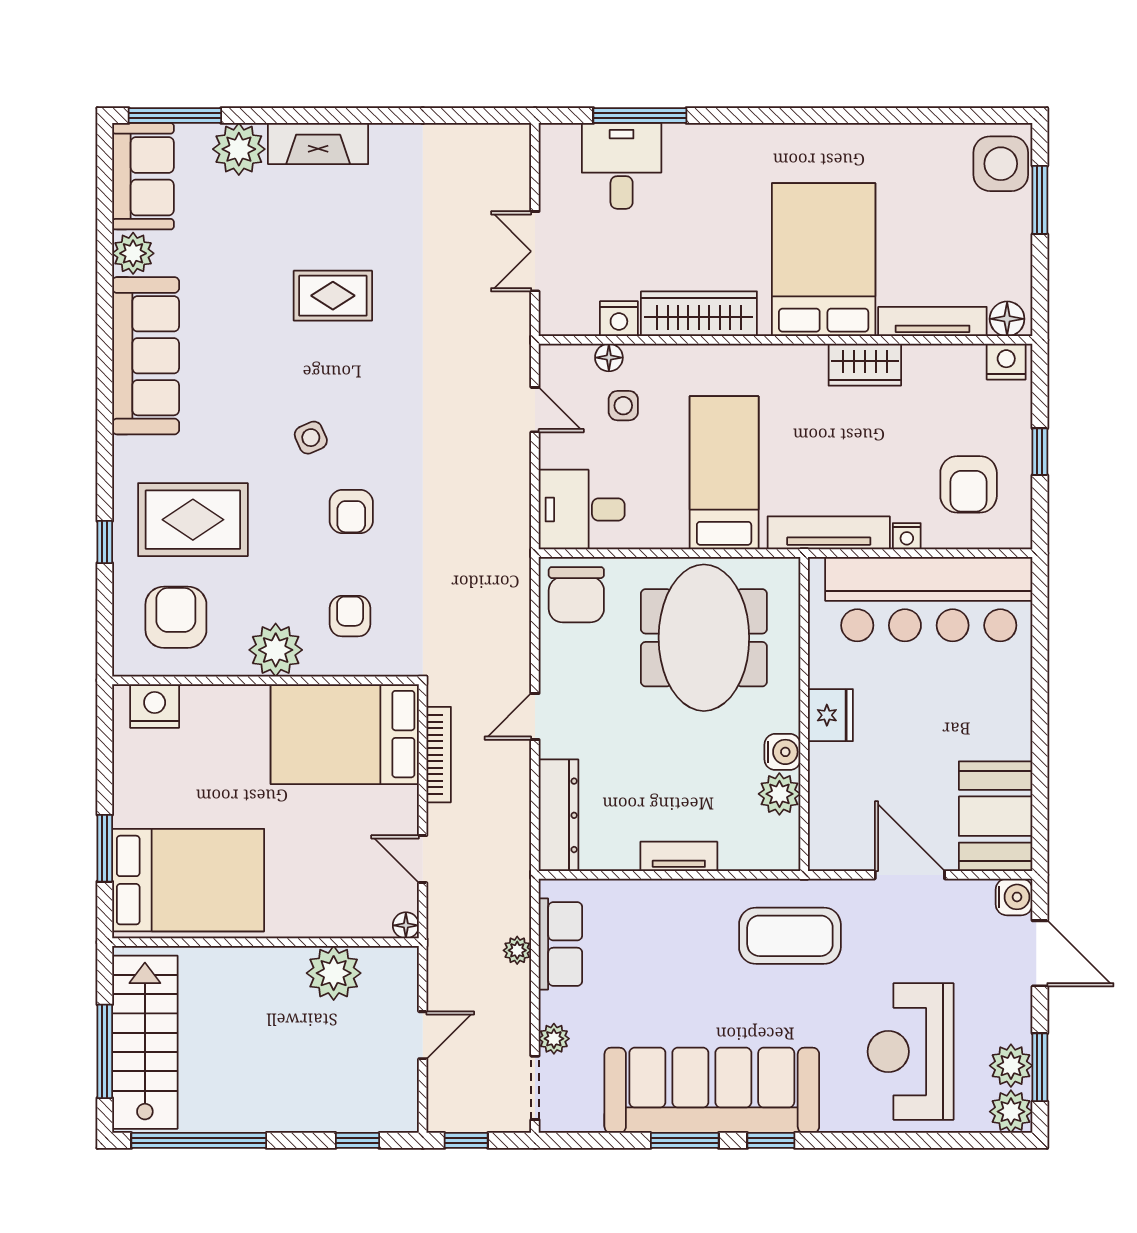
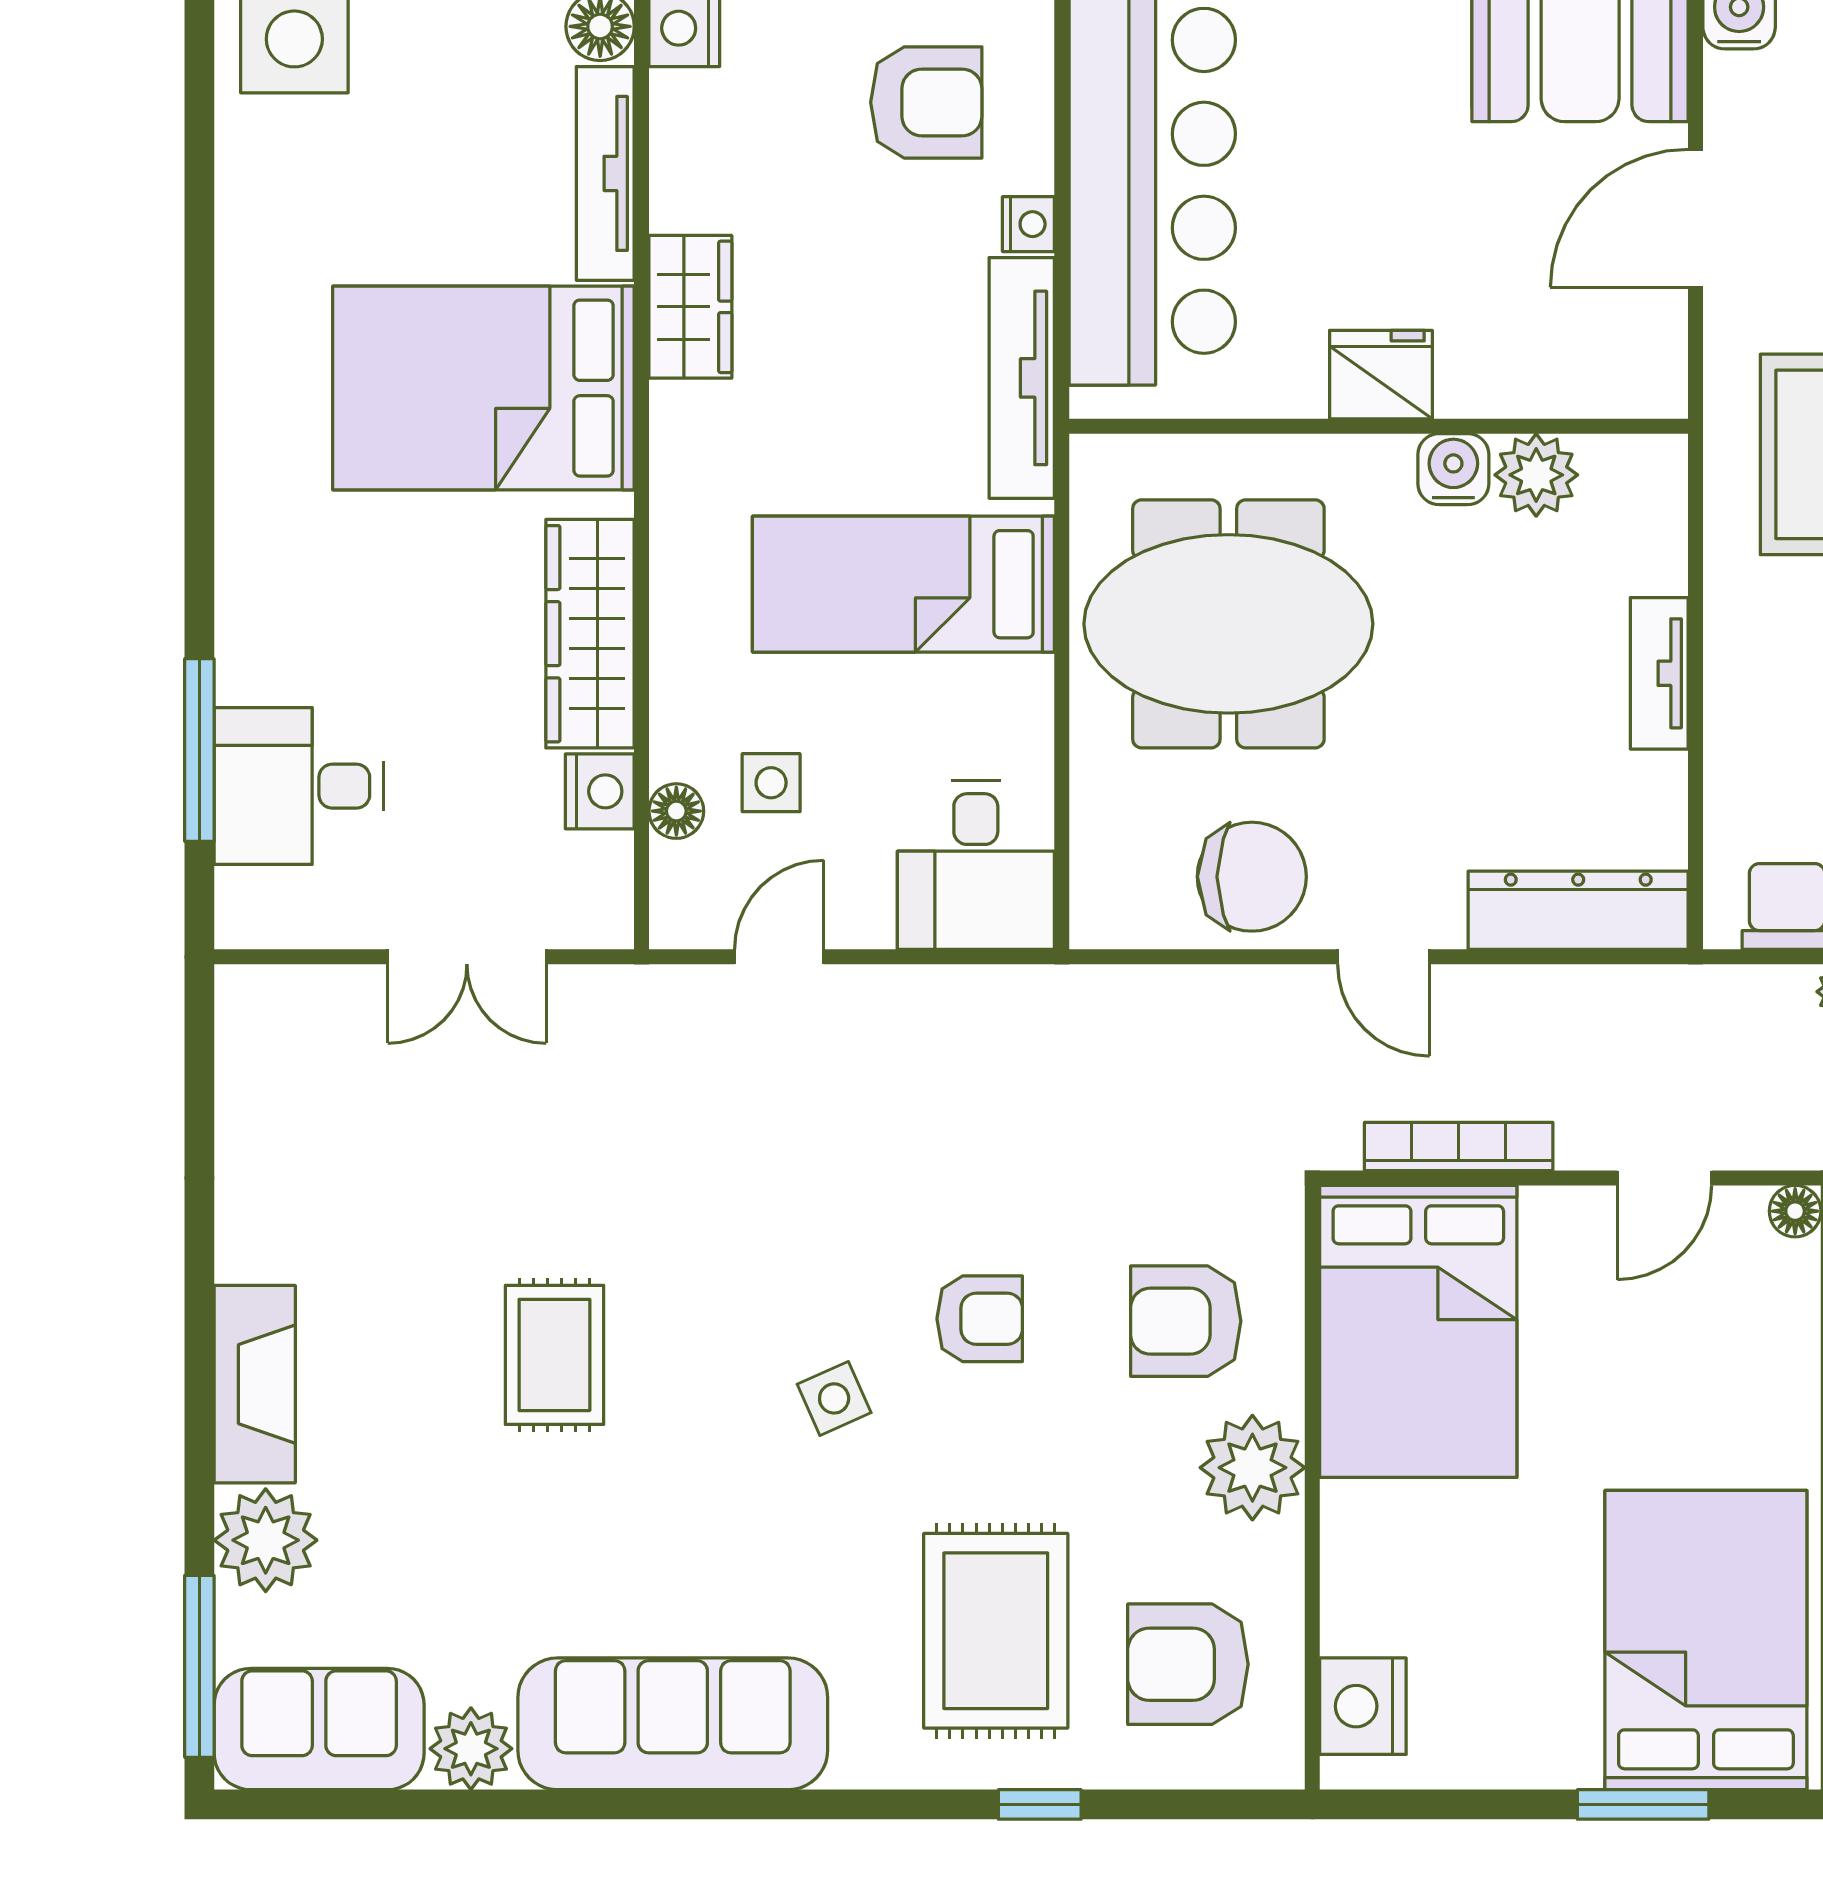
chair: (576, 595) -> (1252, 877), moved
armchair: (350, 616) -> (1186, 1321), width x1.38, depth x1.38

